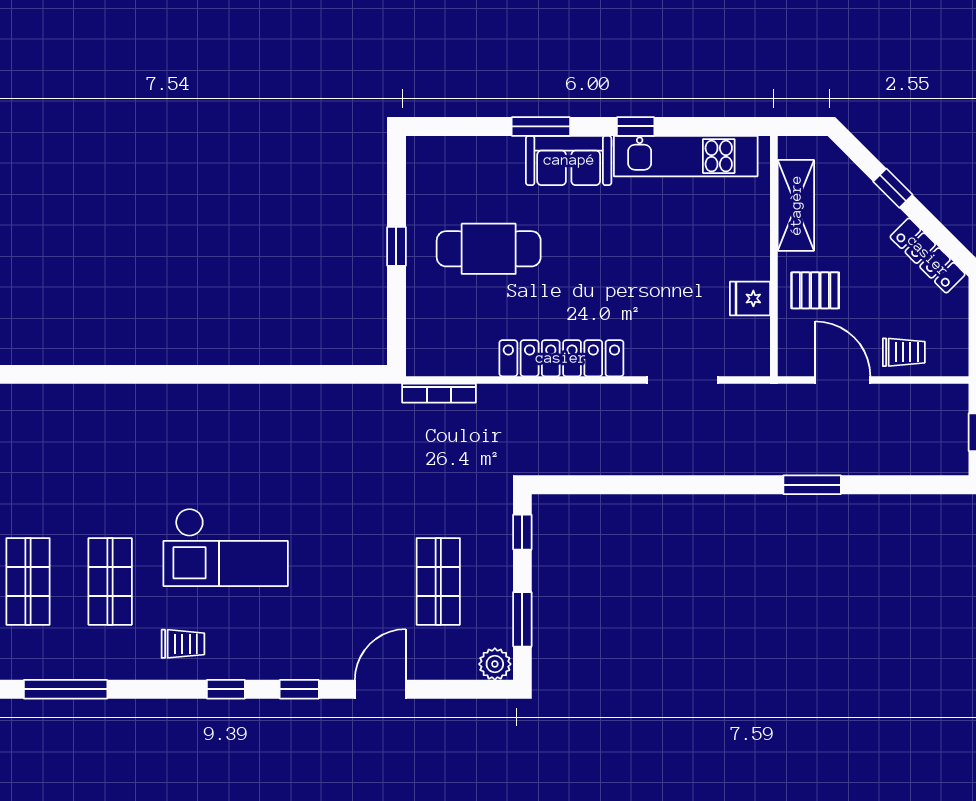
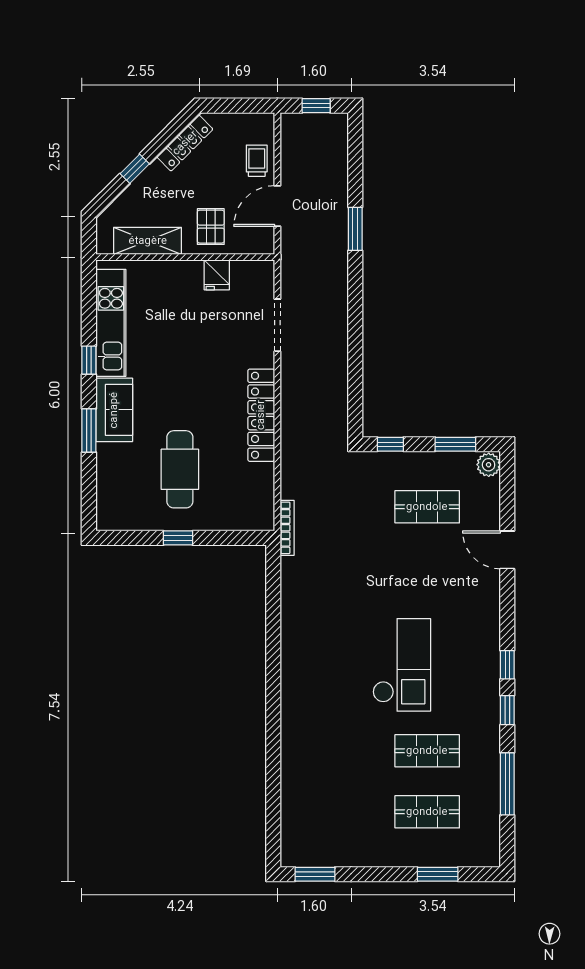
bookcase: (439, 393) -> (287, 528), moved
trolley: (183, 644) -> (474, 697), removed
window: (299, 689) -> (507, 710), moved

